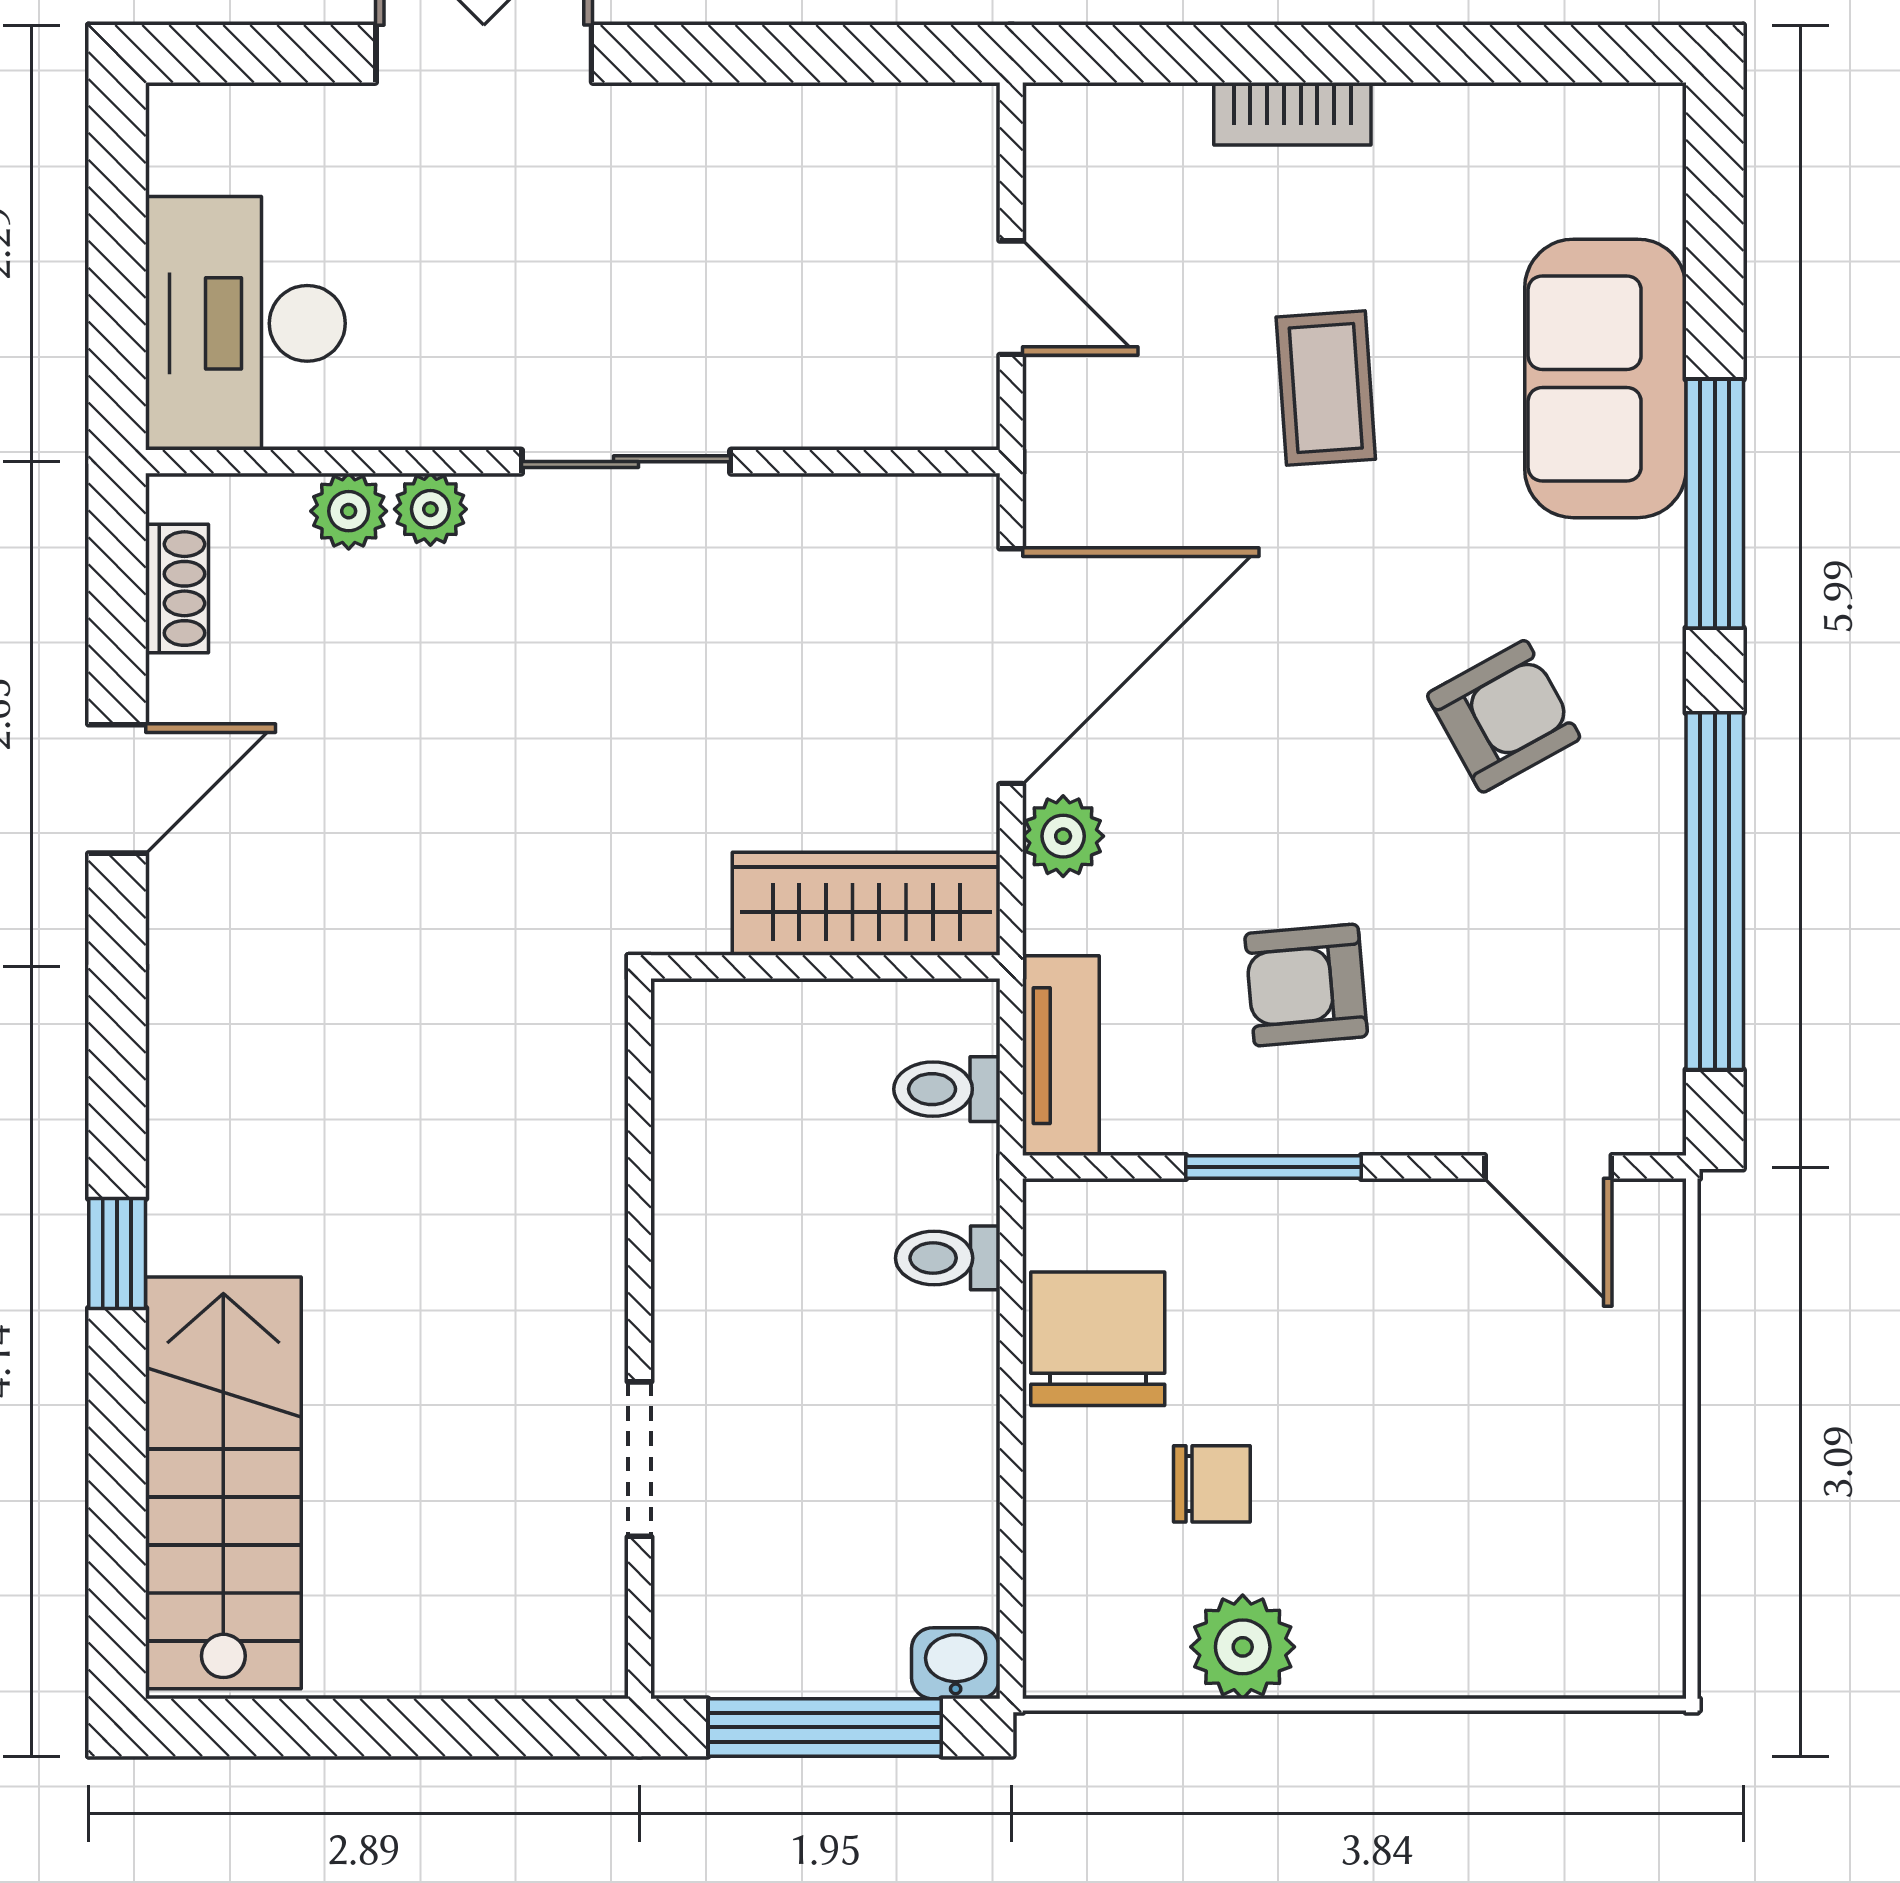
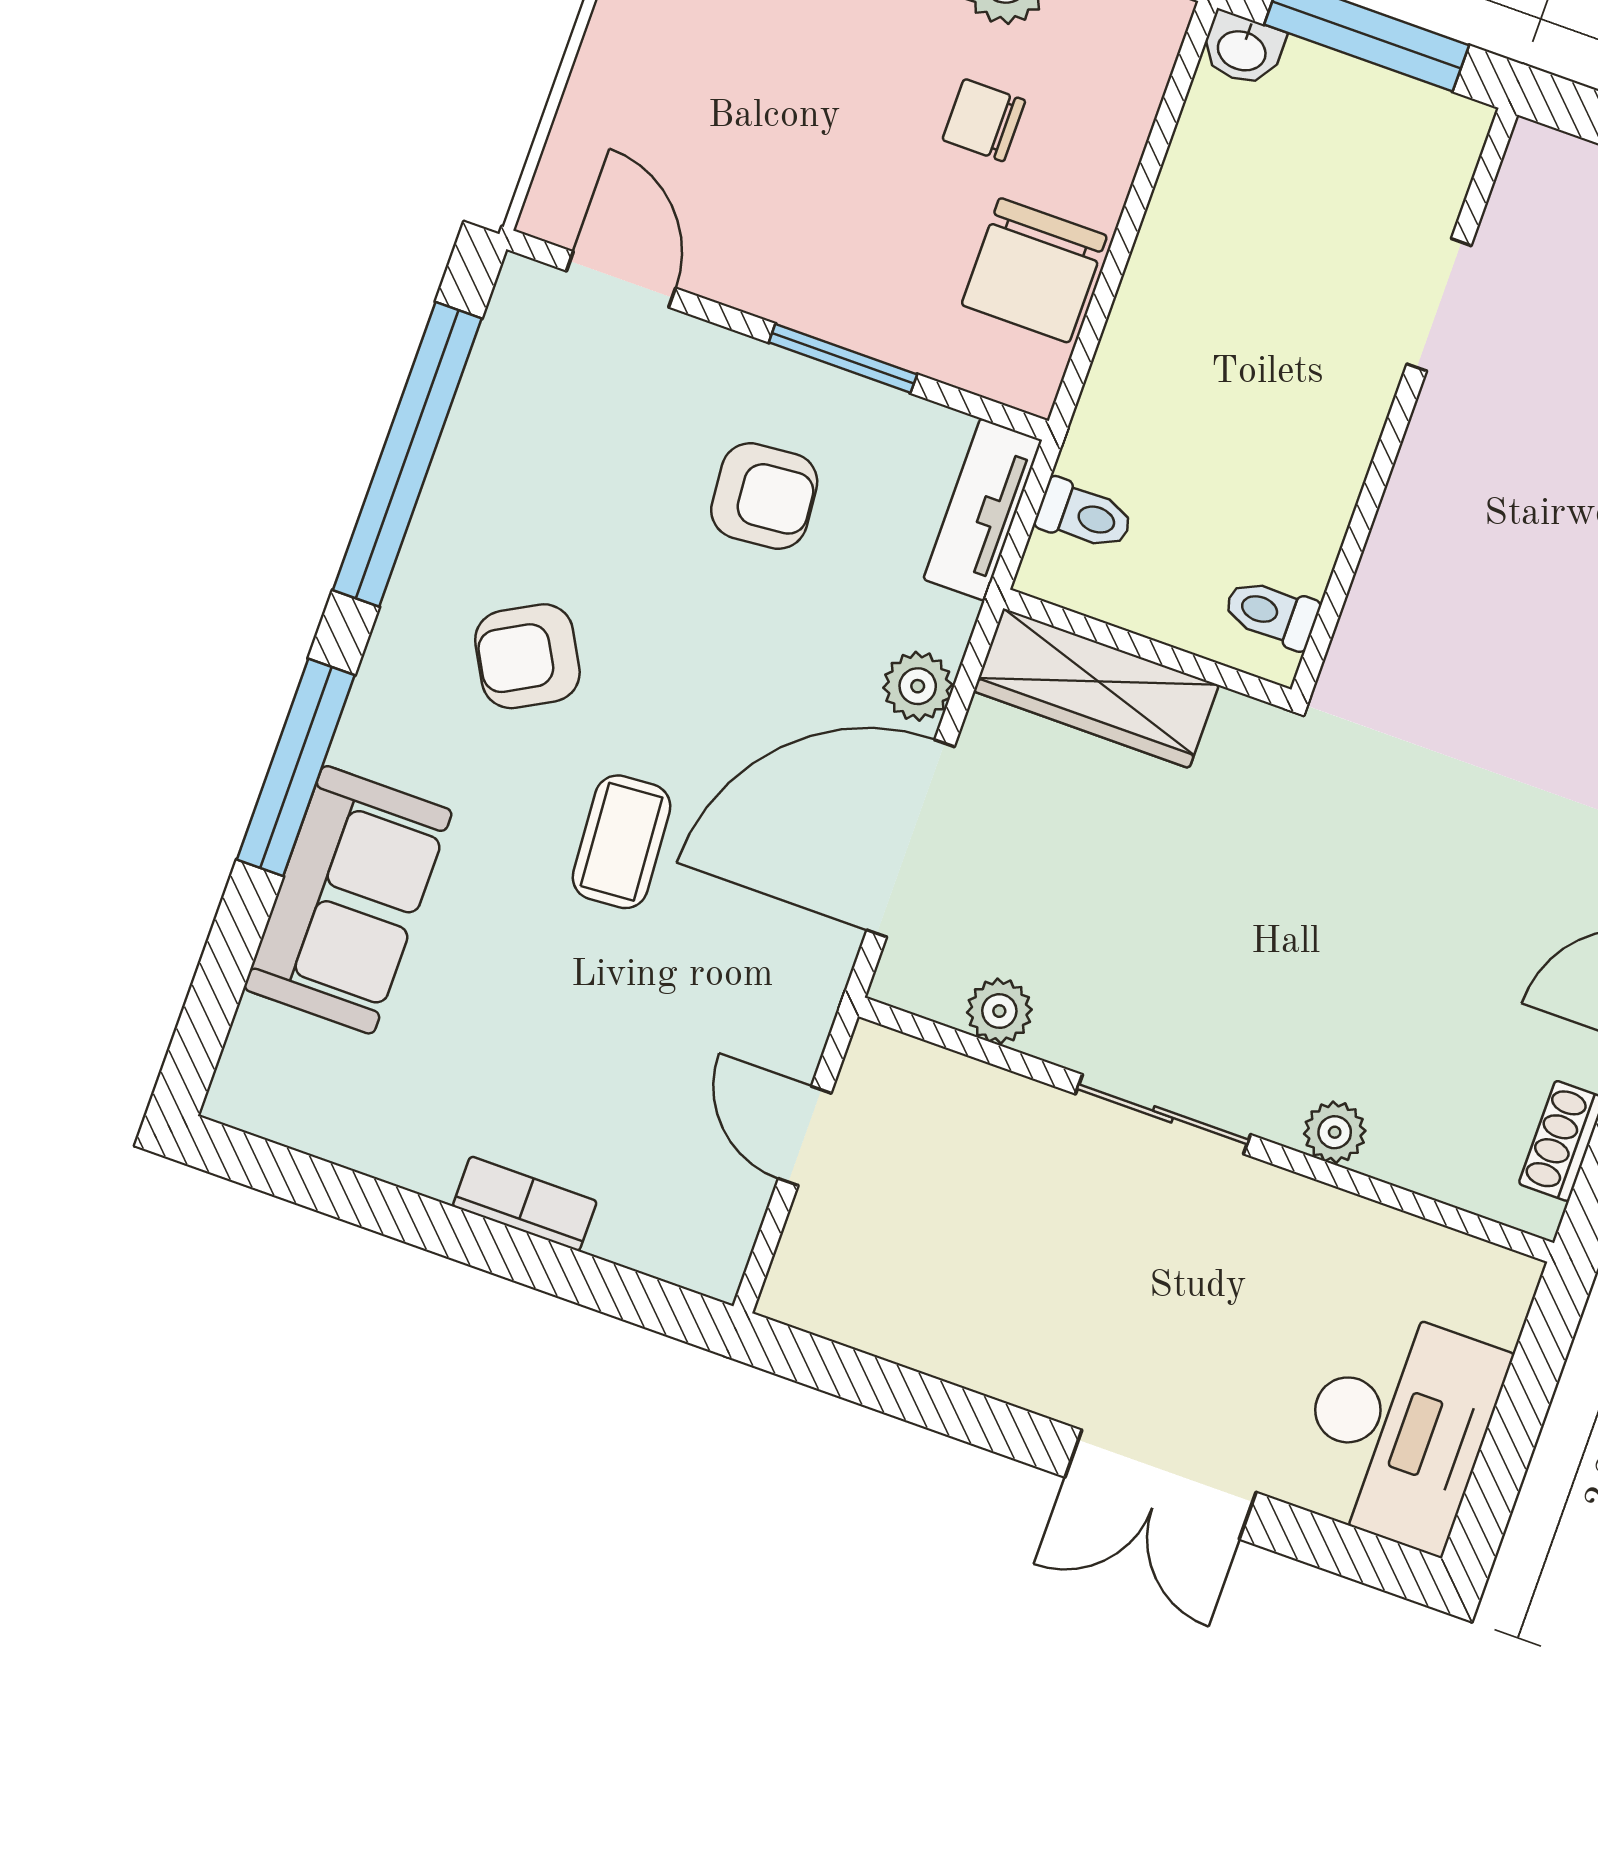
desk: (245, 323) -> (1398, 1428), moved
coffee table: (1326, 388) -> (621, 842), moved
plant: (349, 511) -> (999, 1011), moved
toilet: (948, 1258) -> (1271, 613), moved, turned 180

